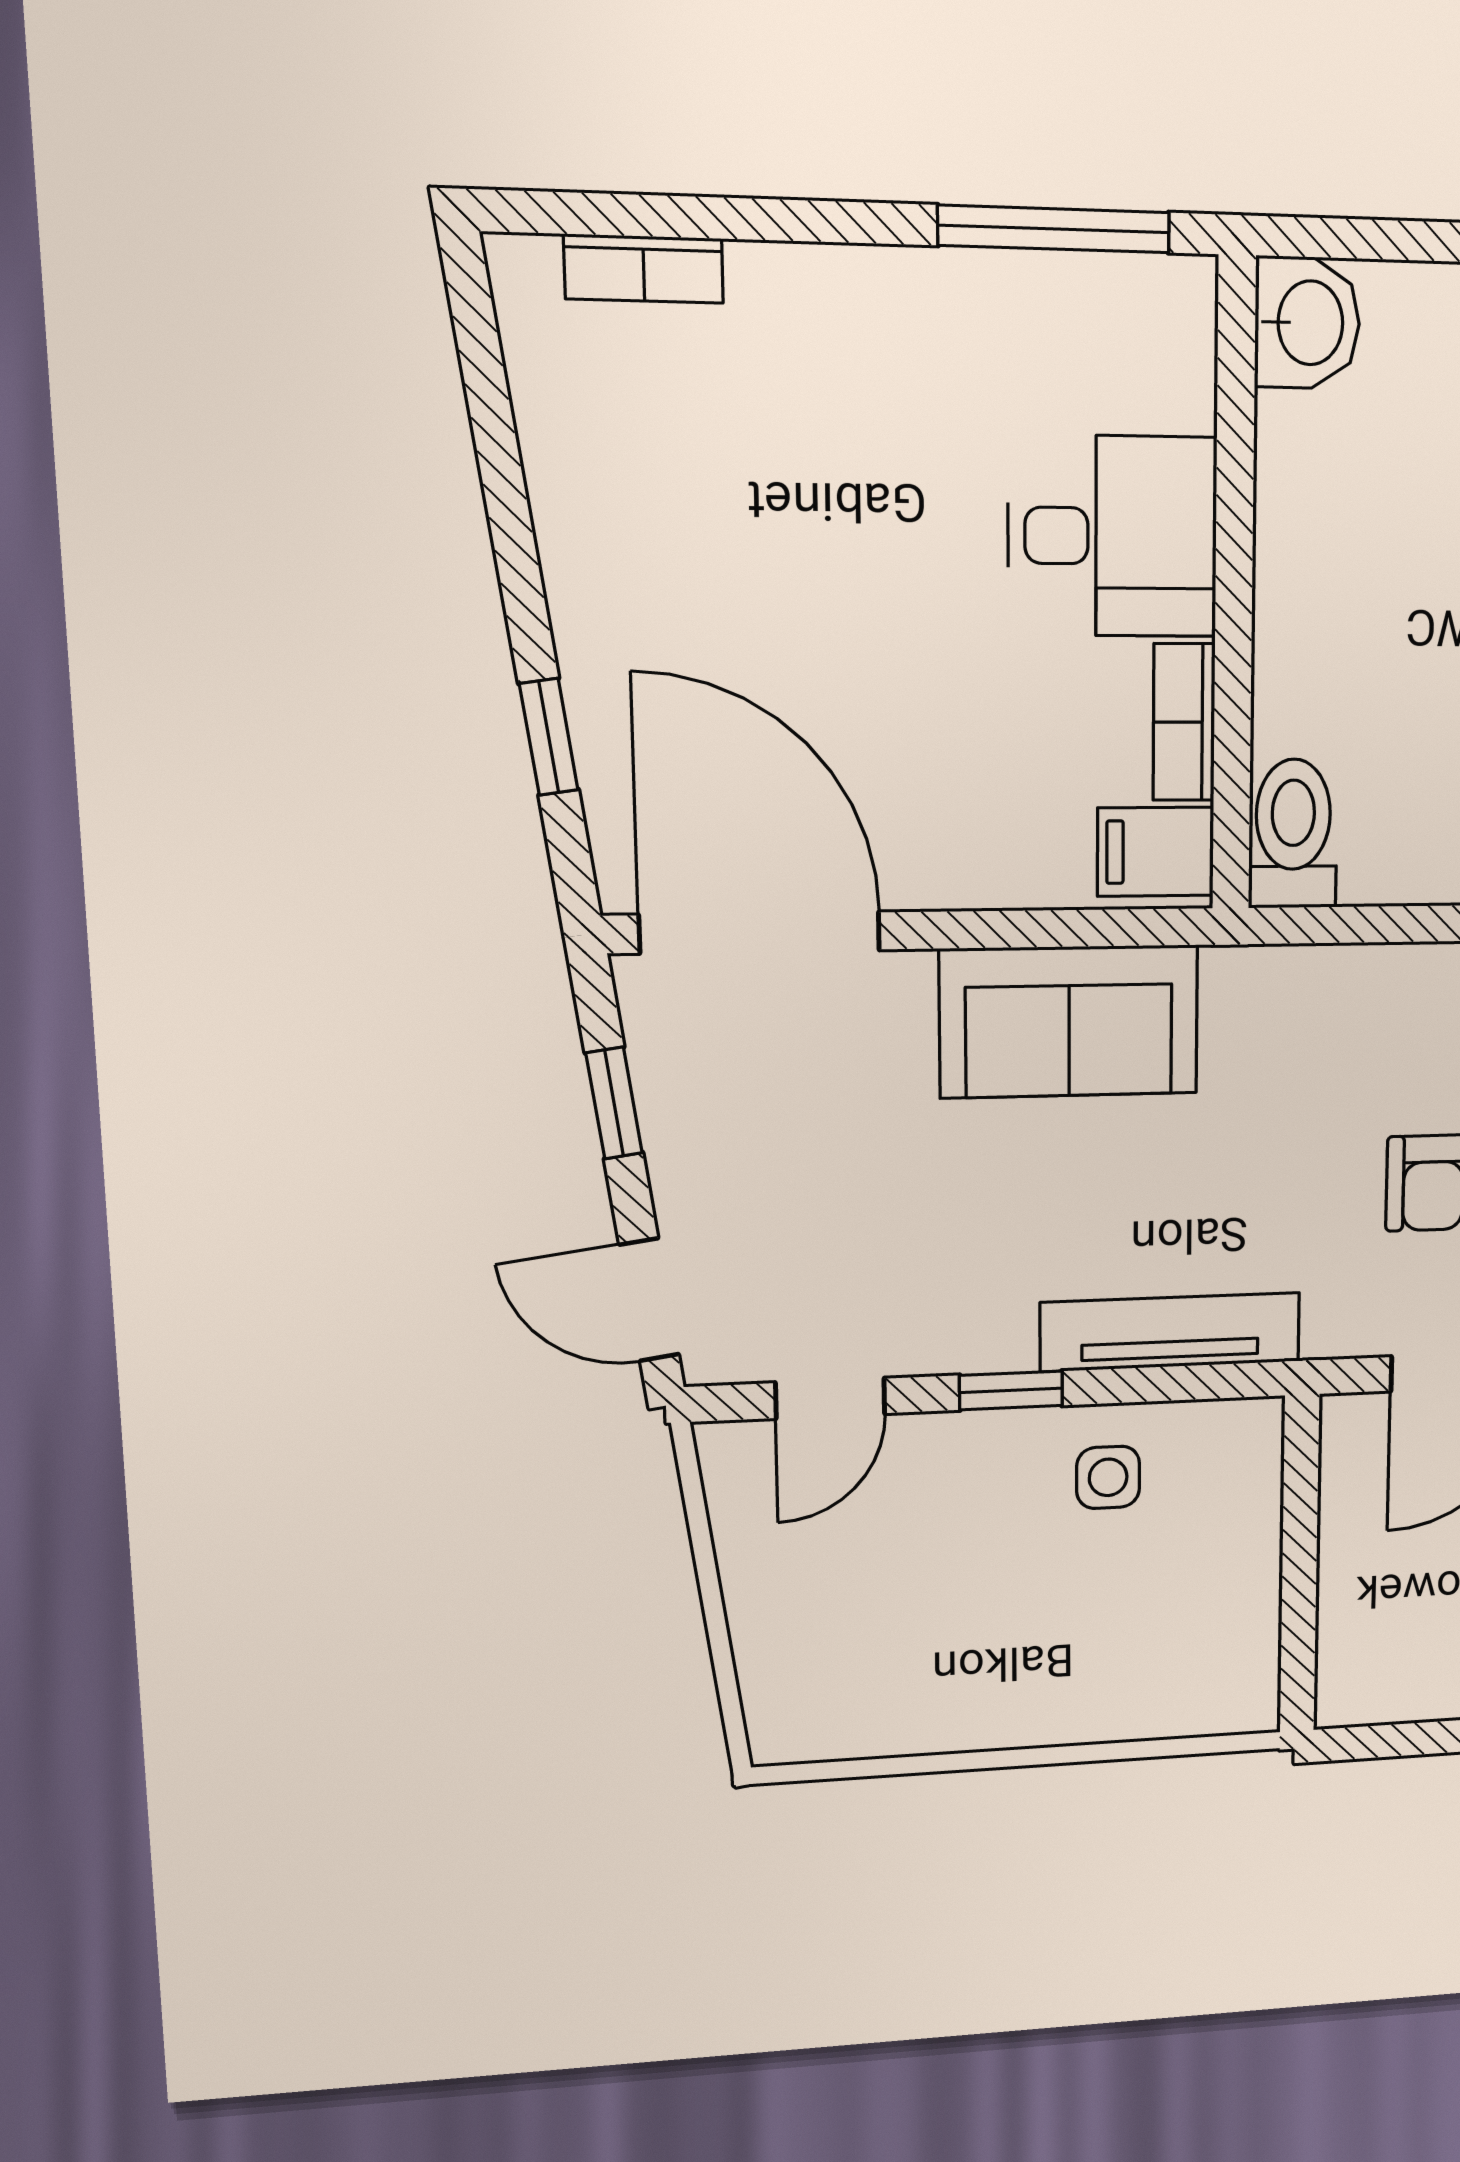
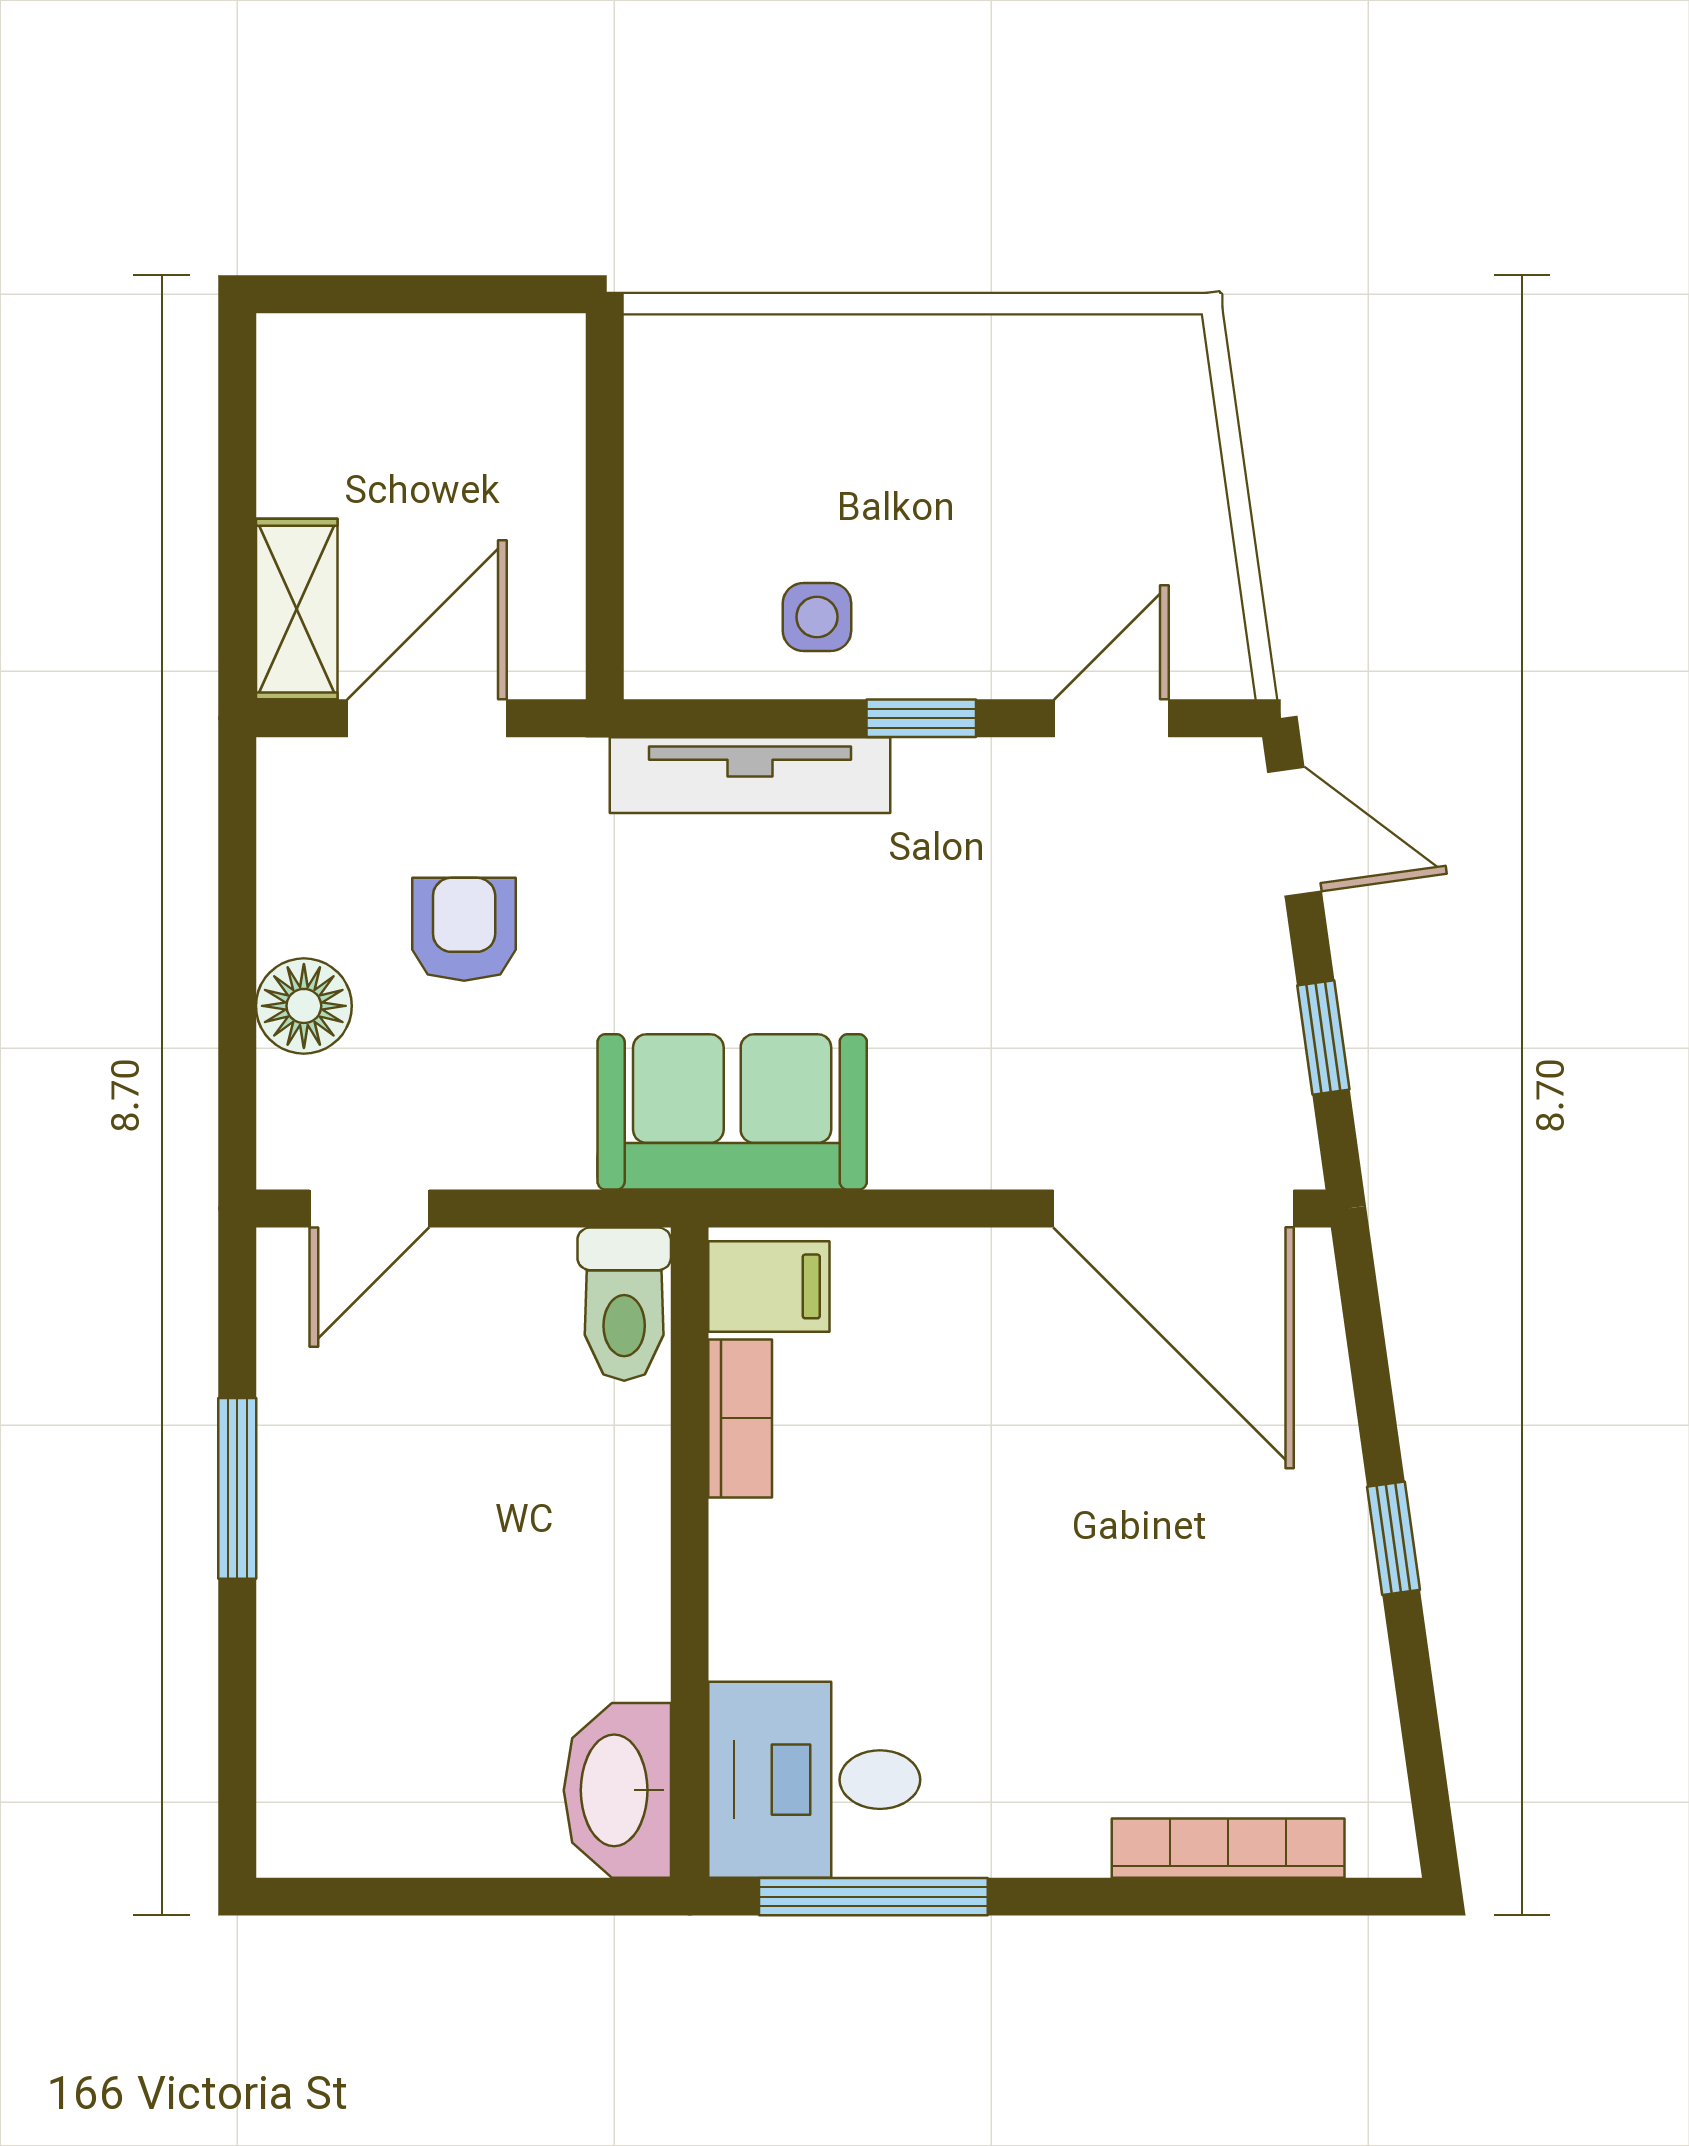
bookcase: (644, 269) -> (1228, 1848), width x1.56
washbasin: (1307, 323) -> (617, 1790), width x1.38
desk: (1113, 536) -> (814, 1780), moved
window: (549, 737) -> (1394, 1538), moved
sofa: (1069, 1021) -> (732, 1112), moved

